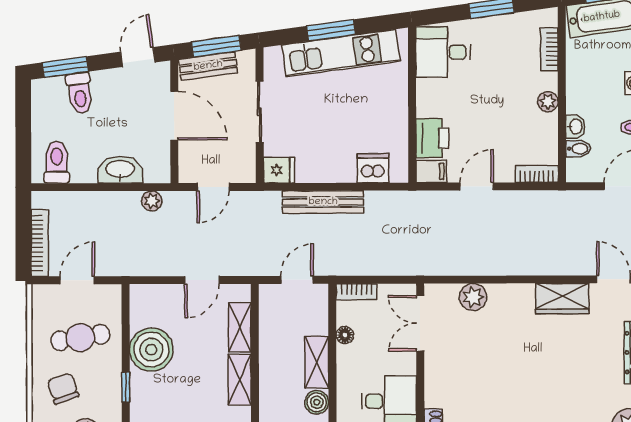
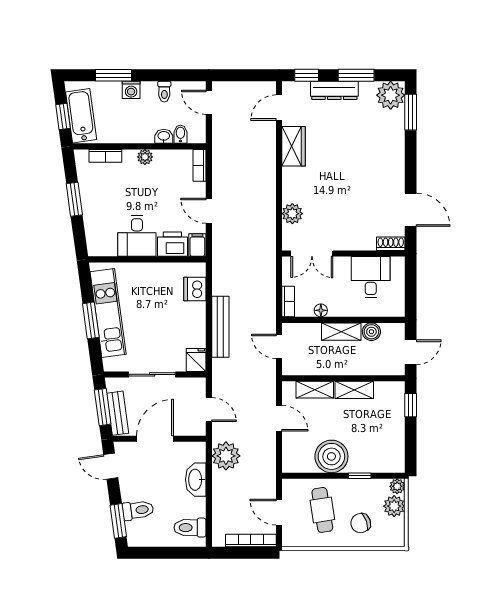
desk: (443, 52) -> (137, 236), moved
plant: (152, 201) -> (226, 456), width x1.88, depth x1.88

